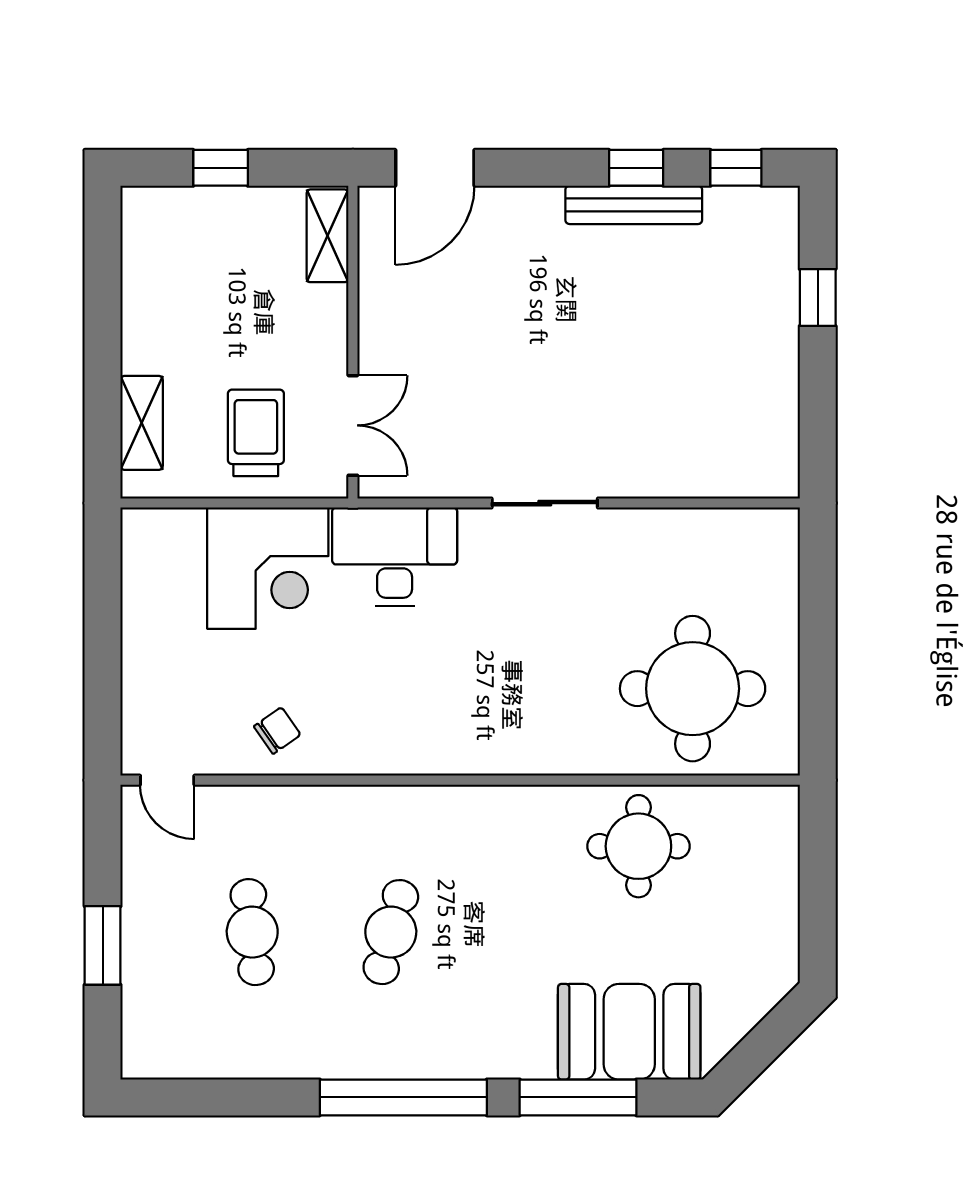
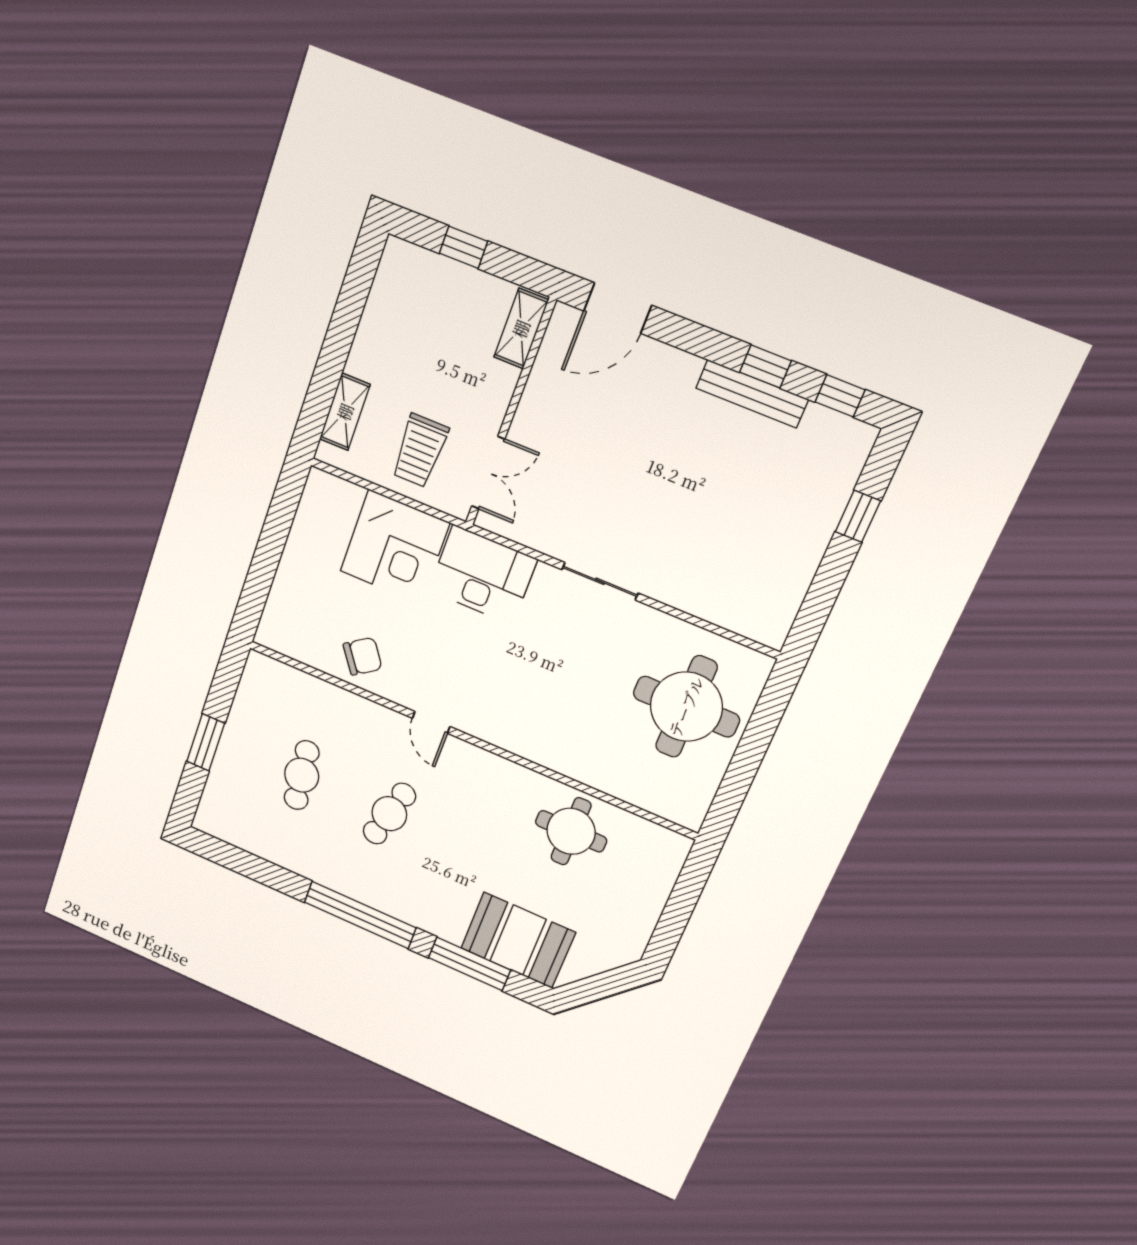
trolley: (256, 433) -> (420, 451), turned 180
round table: (693, 689) -> (686, 707), moved
chair: (277, 731) -> (363, 656), width x1.37, depth x1.37
door: (167, 780) -> (431, 722), moved

